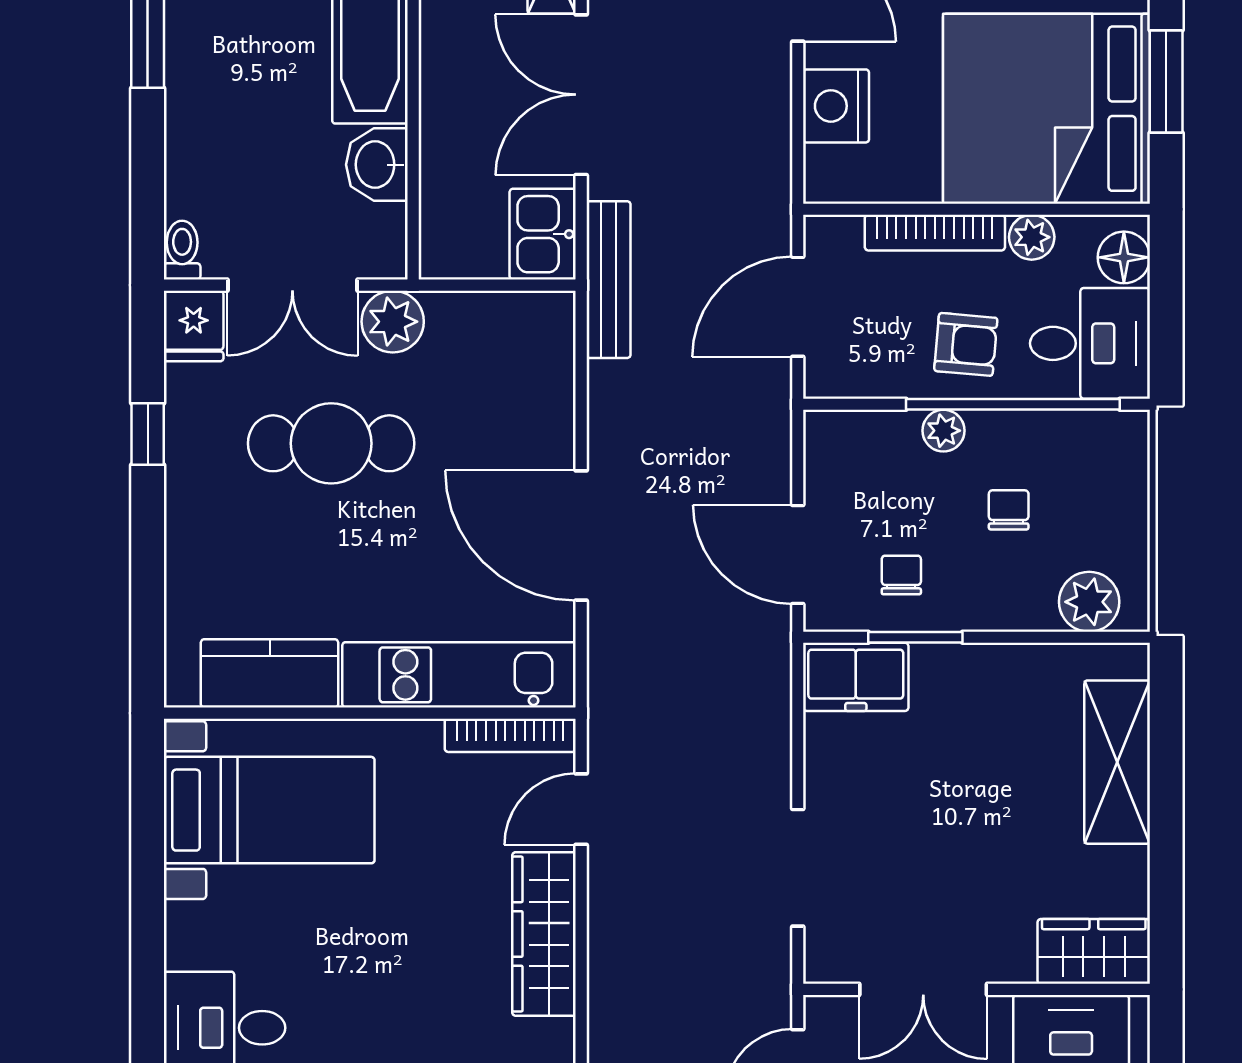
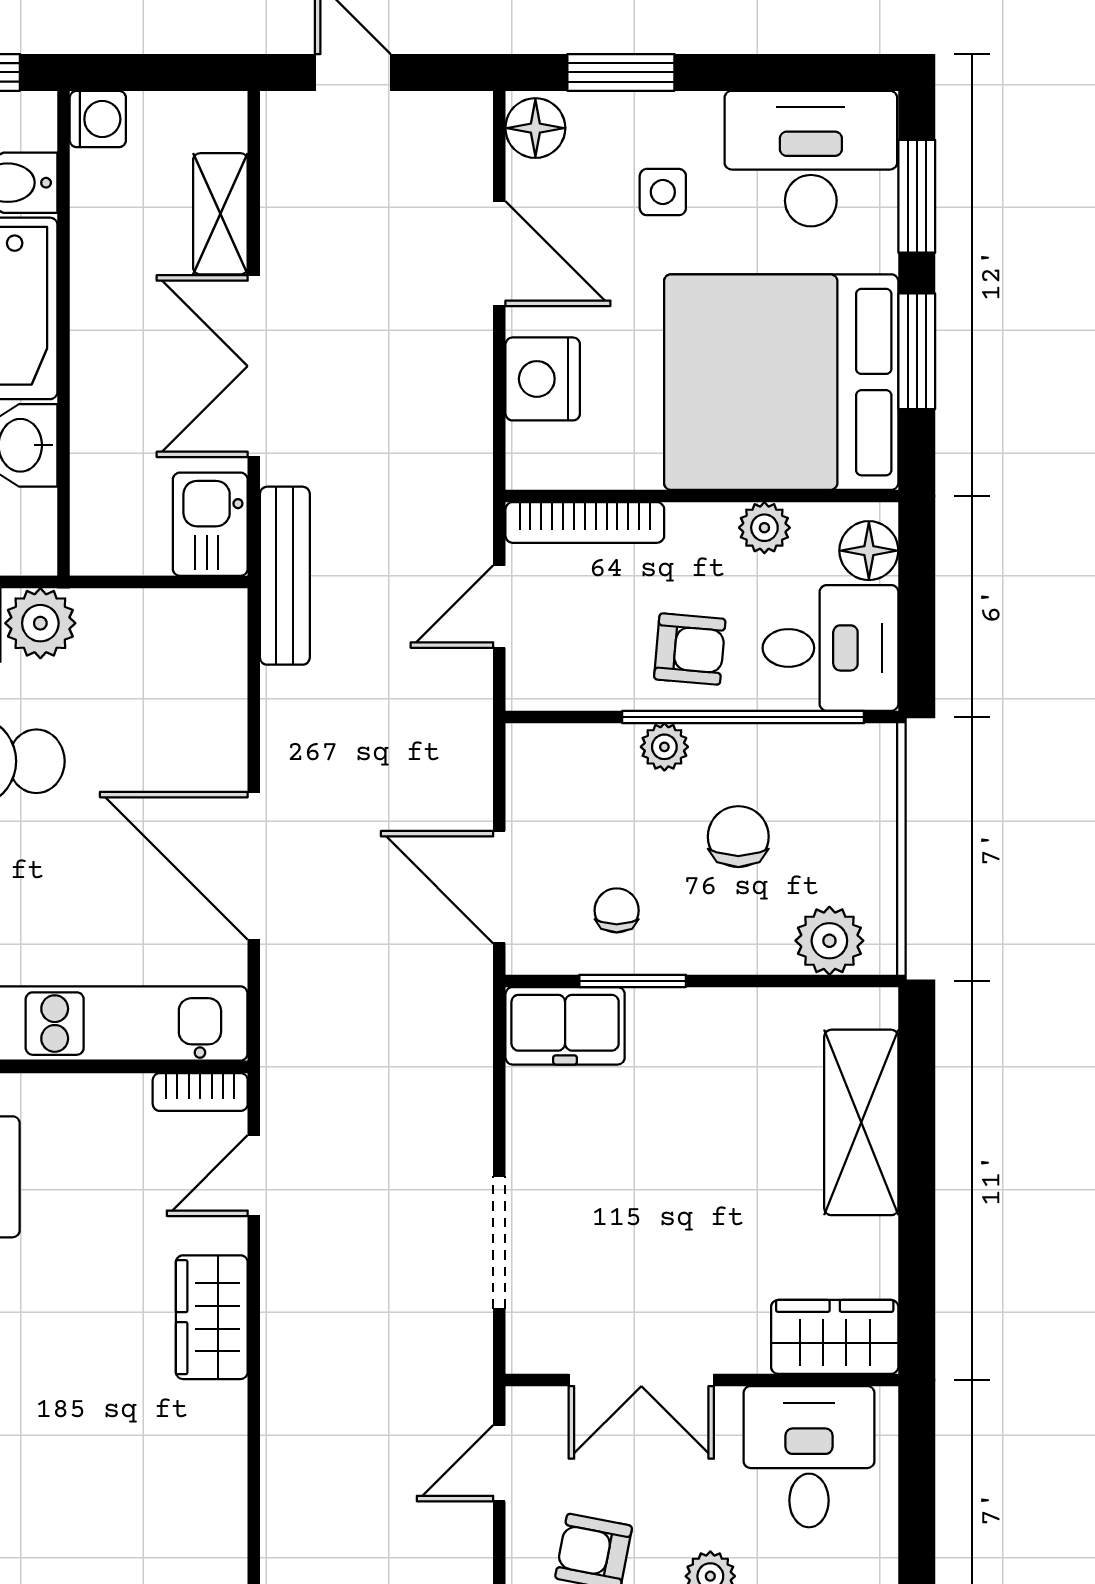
bookcase: (935, 233) -> (585, 522), moved
door: (798, 307) -> (499, 607), width x0.73
chair: (1009, 510) -> (738, 837), width x1.37, depth x1.37
bookcase: (510, 735) -> (200, 1092), width x0.64
wardrobe: (544, 934) -> (212, 1317), width x0.67

